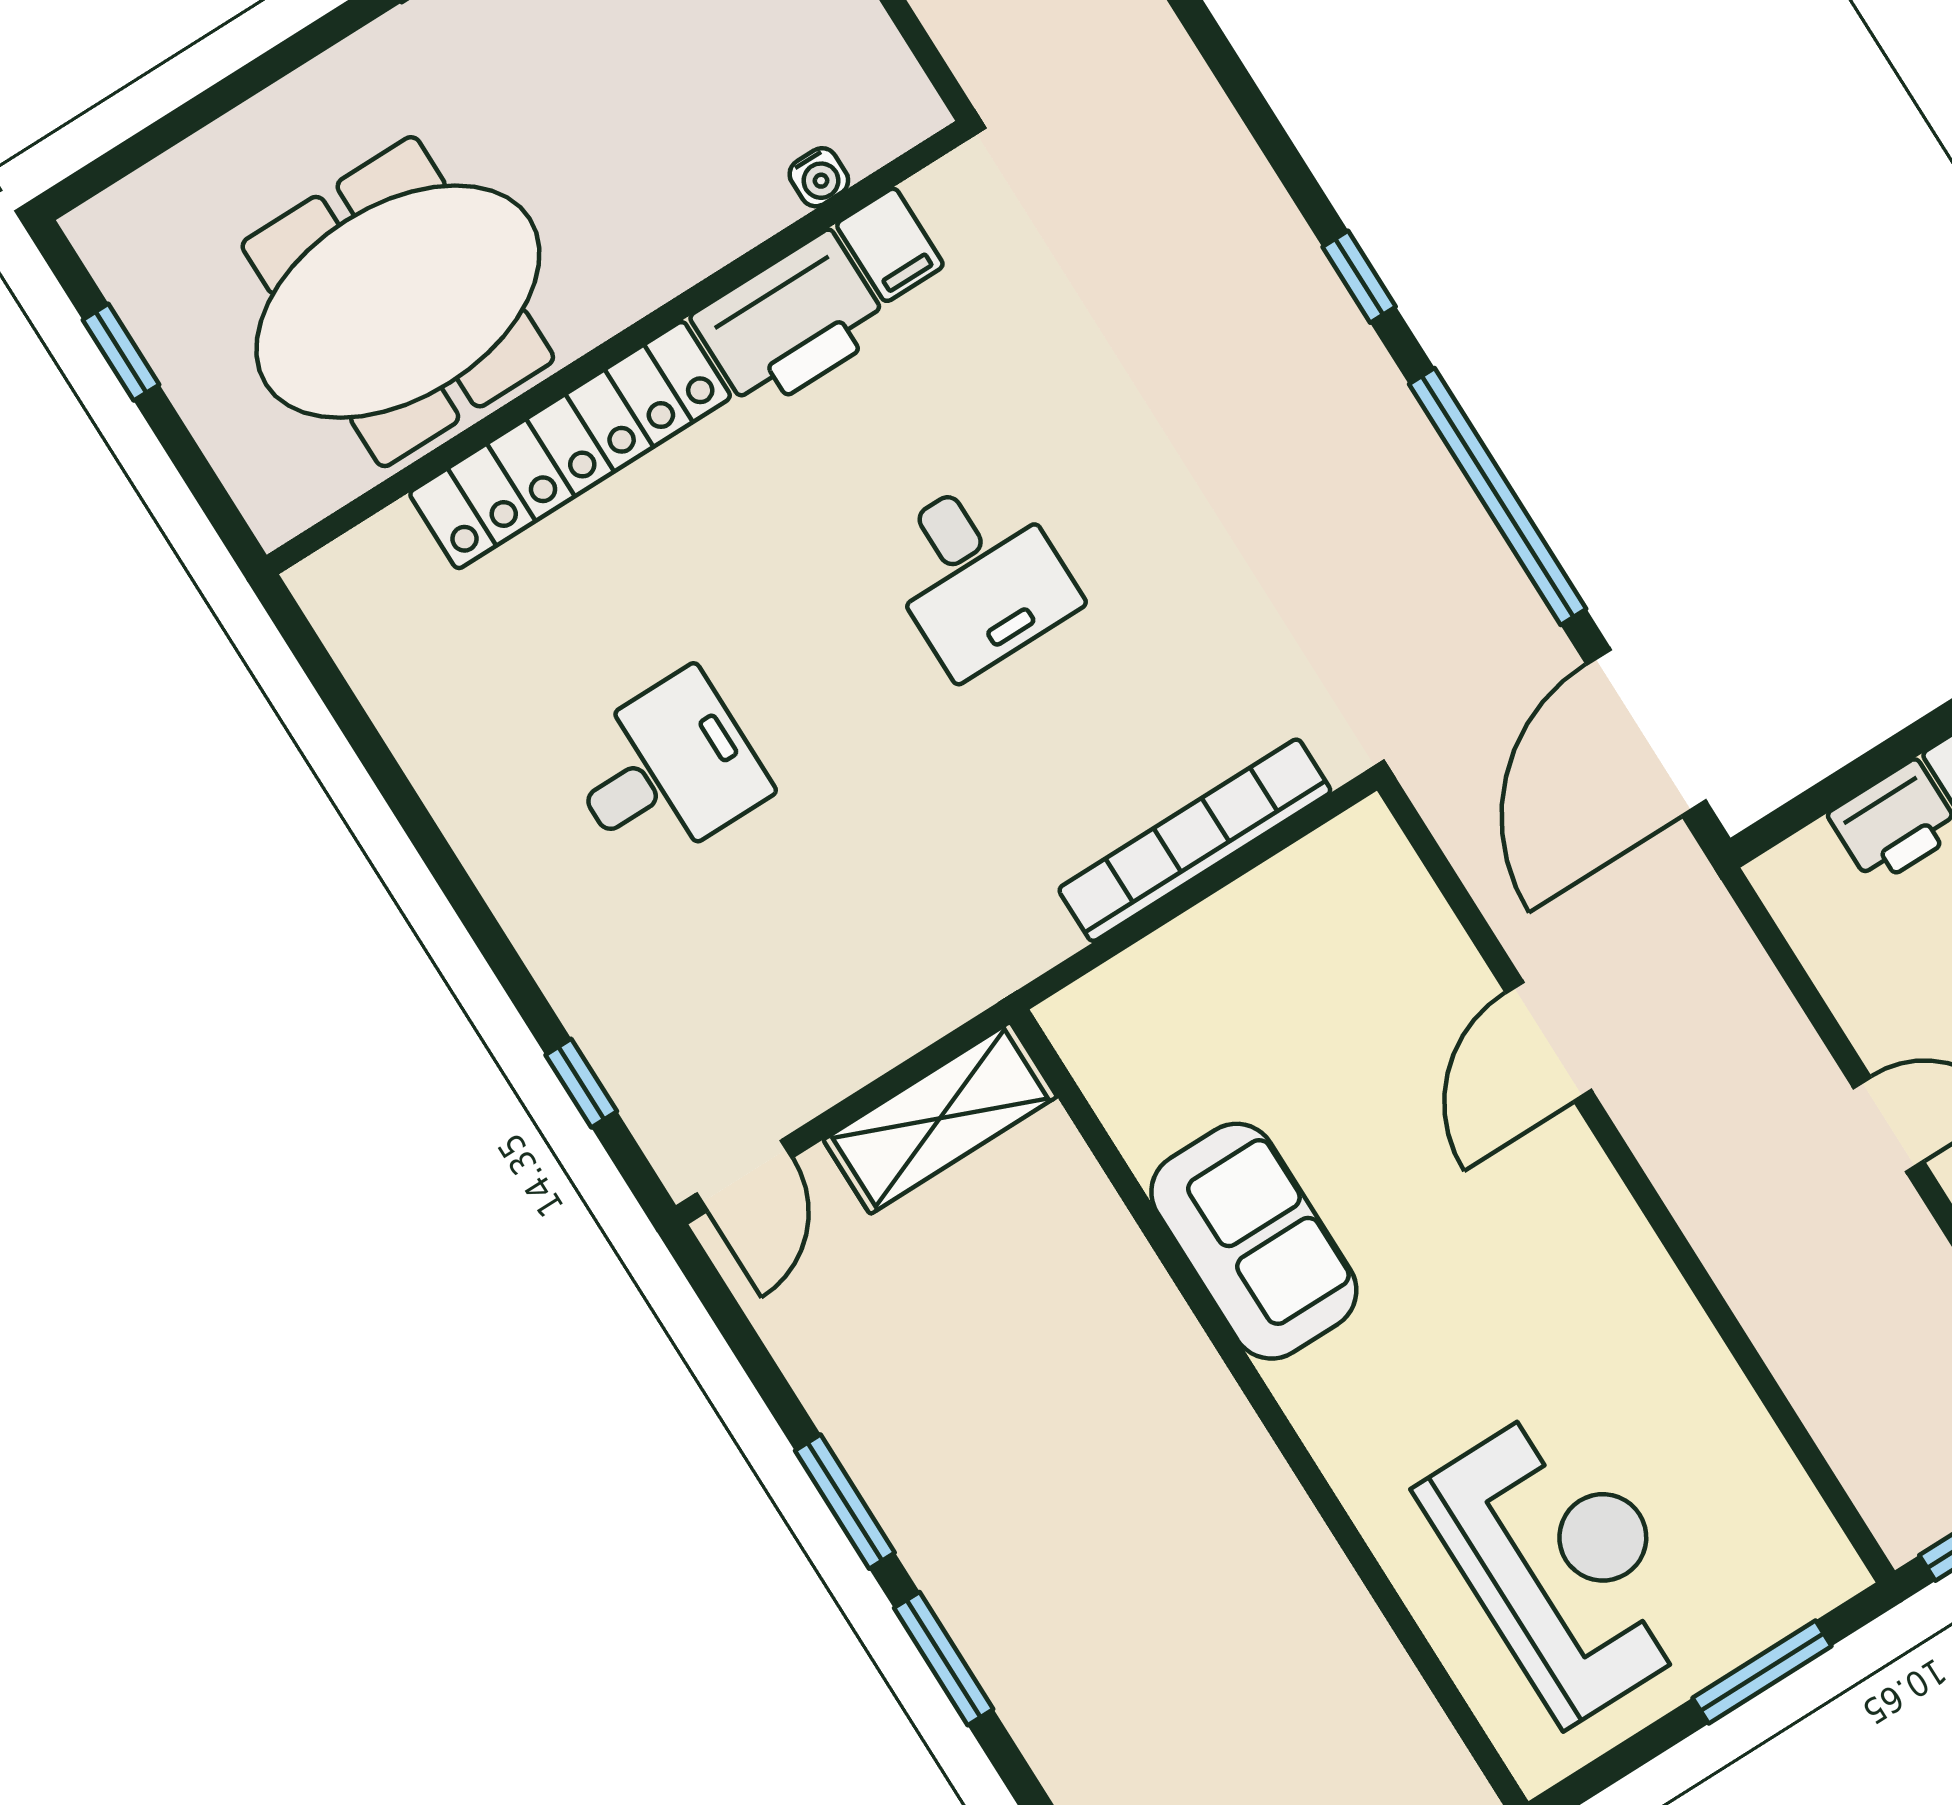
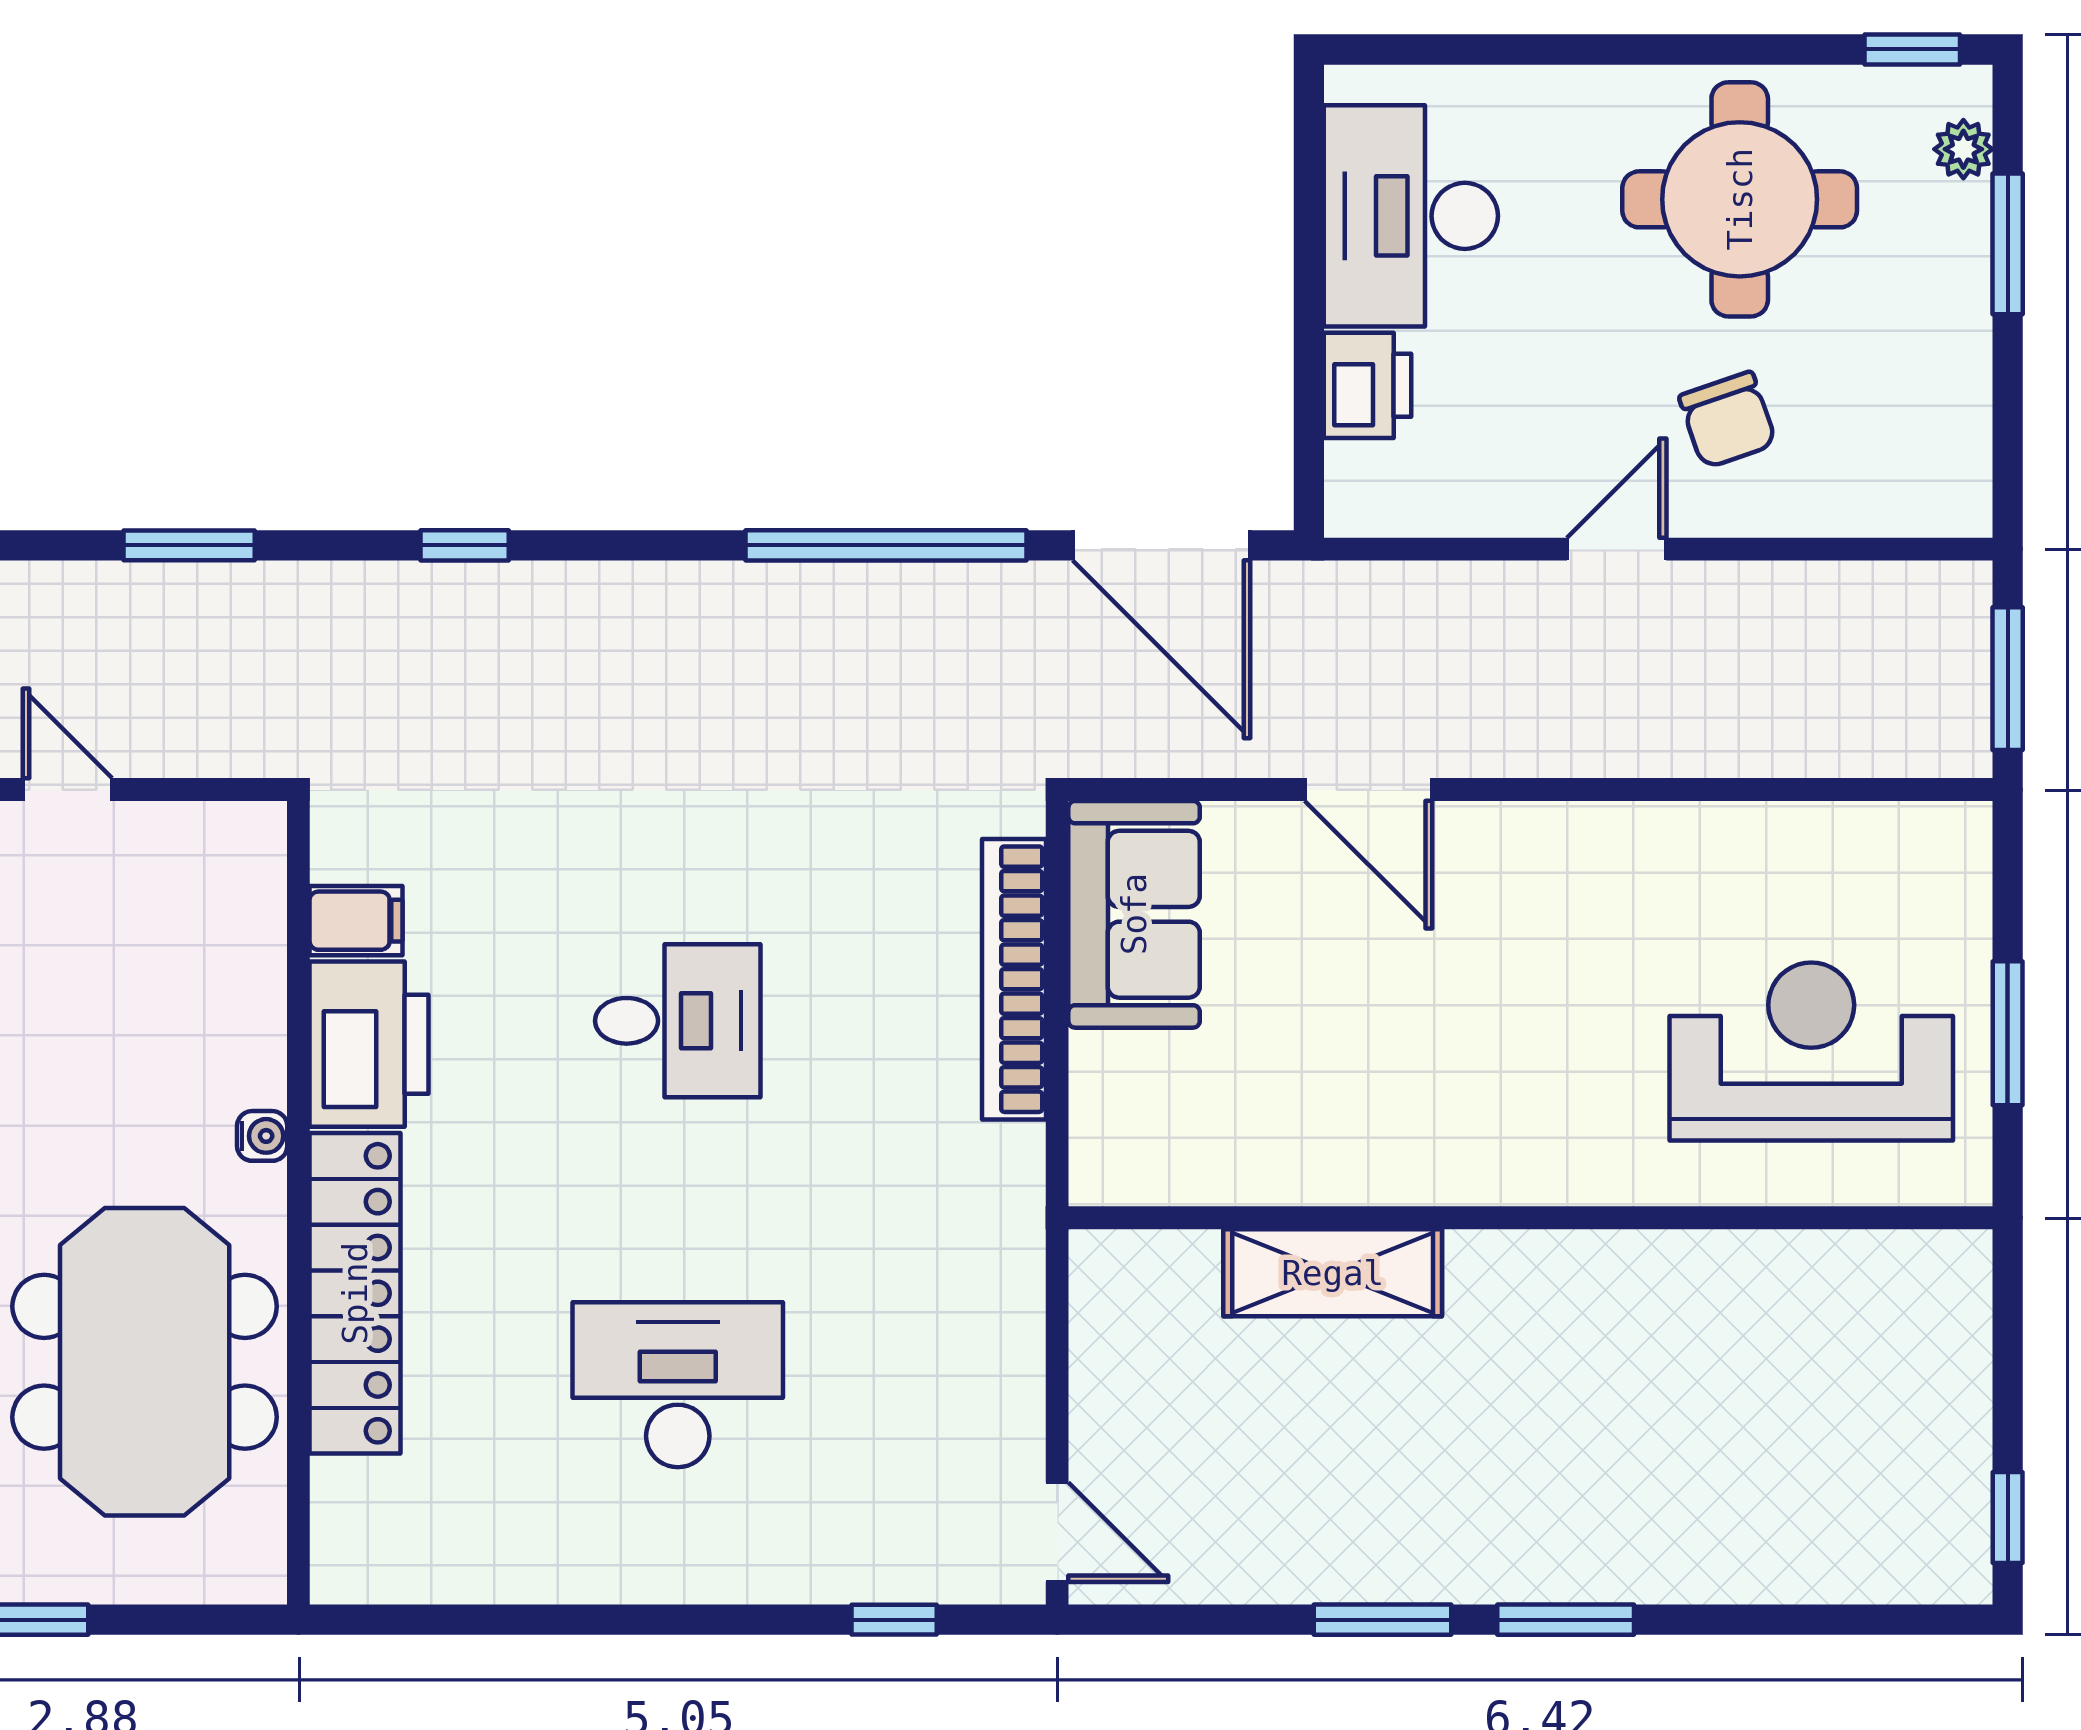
water cooler: (819, 177) -> (262, 1136), moved
window: (1359, 277) -> (465, 545), moved
desk: (666, 771) -> (678, 1385), width x1.37
shelving: (940, 1118) -> (1333, 1273), moved, turned 90
sofa: (1254, 1241) -> (1134, 914), moved, turned 90
window: (1762, 1672) -> (2008, 1033), moved

